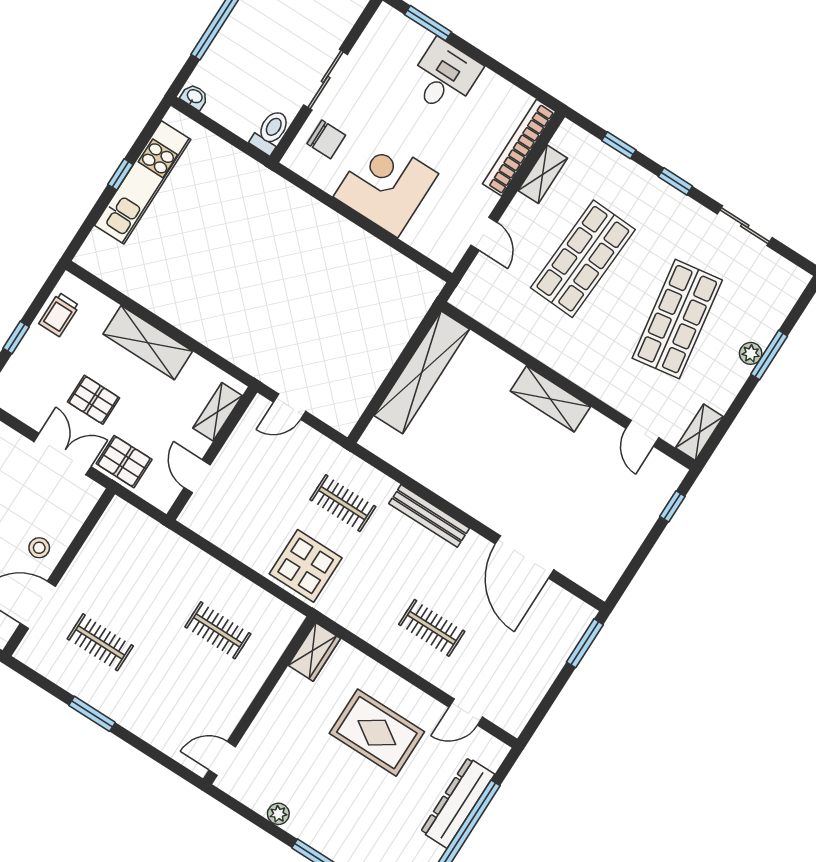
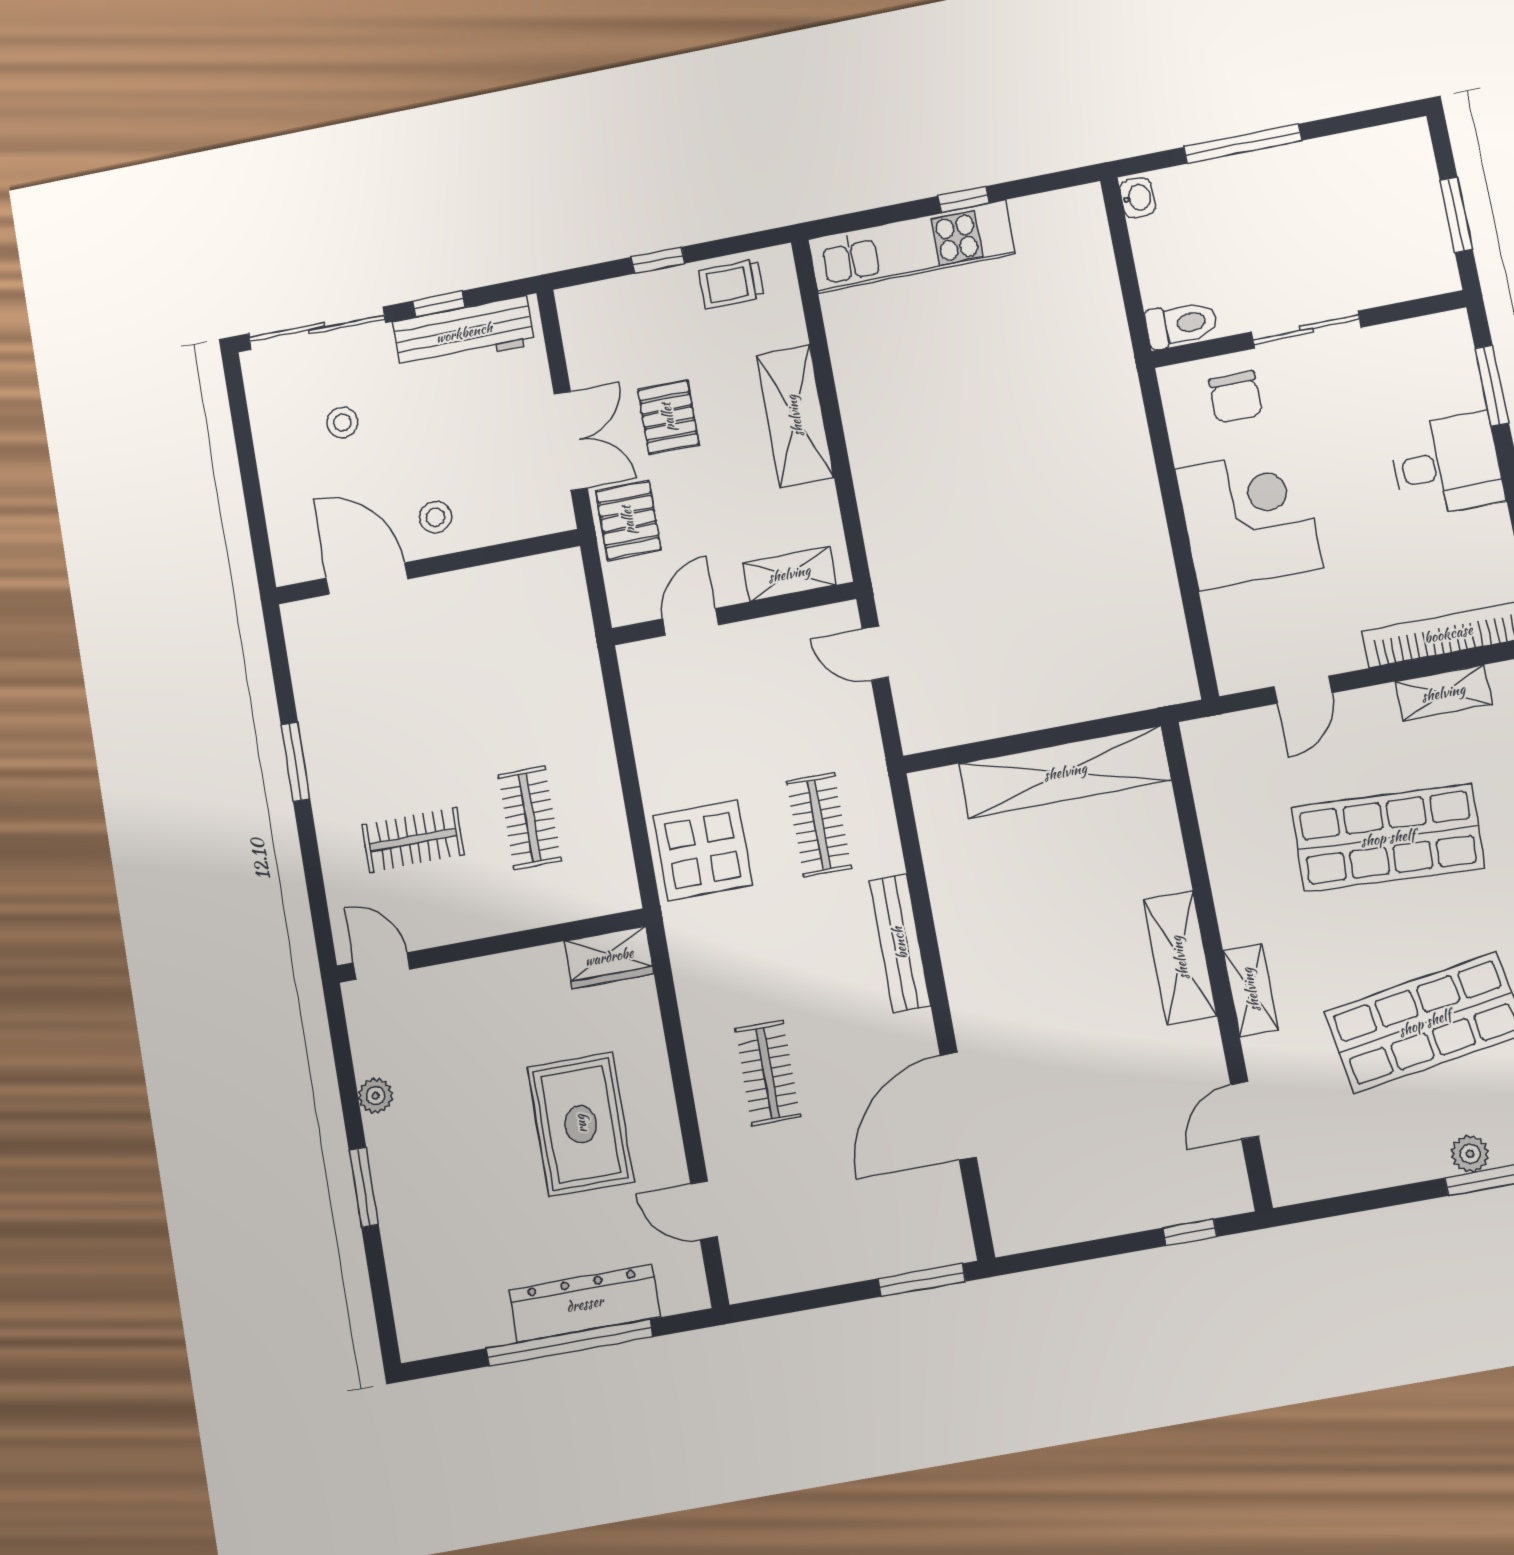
kitchen unit: (143, 182) -> (912, 247), moved
shelving: (699, 432) -> (1251, 990), moved, turned 90
clothes rail: (100, 642) -> (413, 840), moved, turned 90

